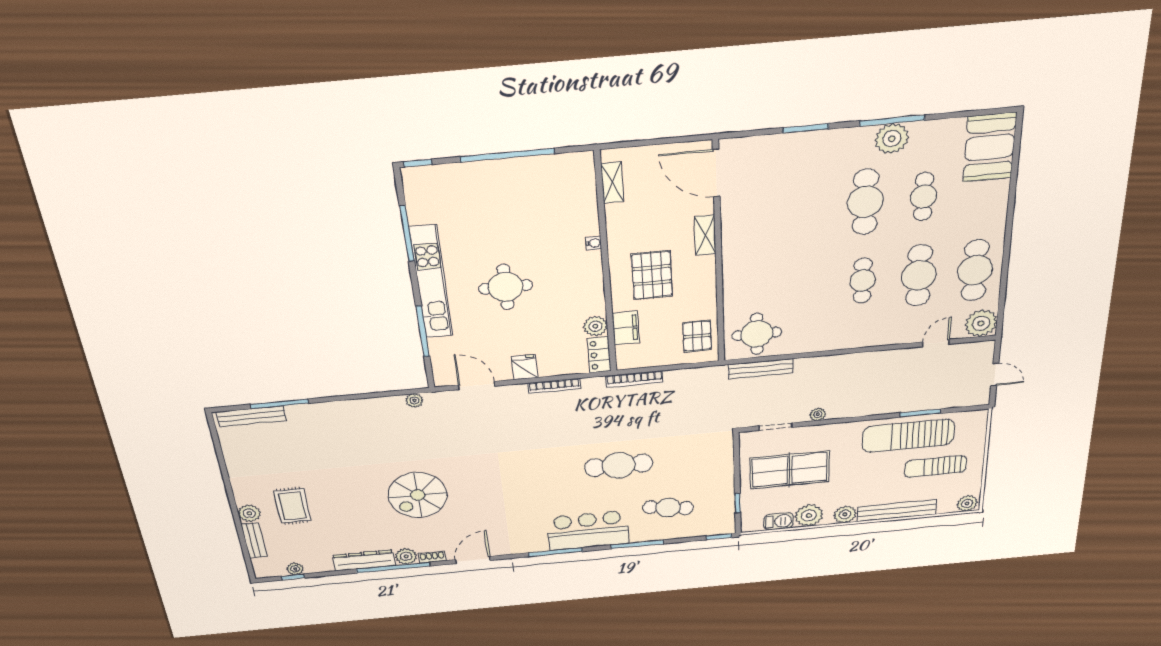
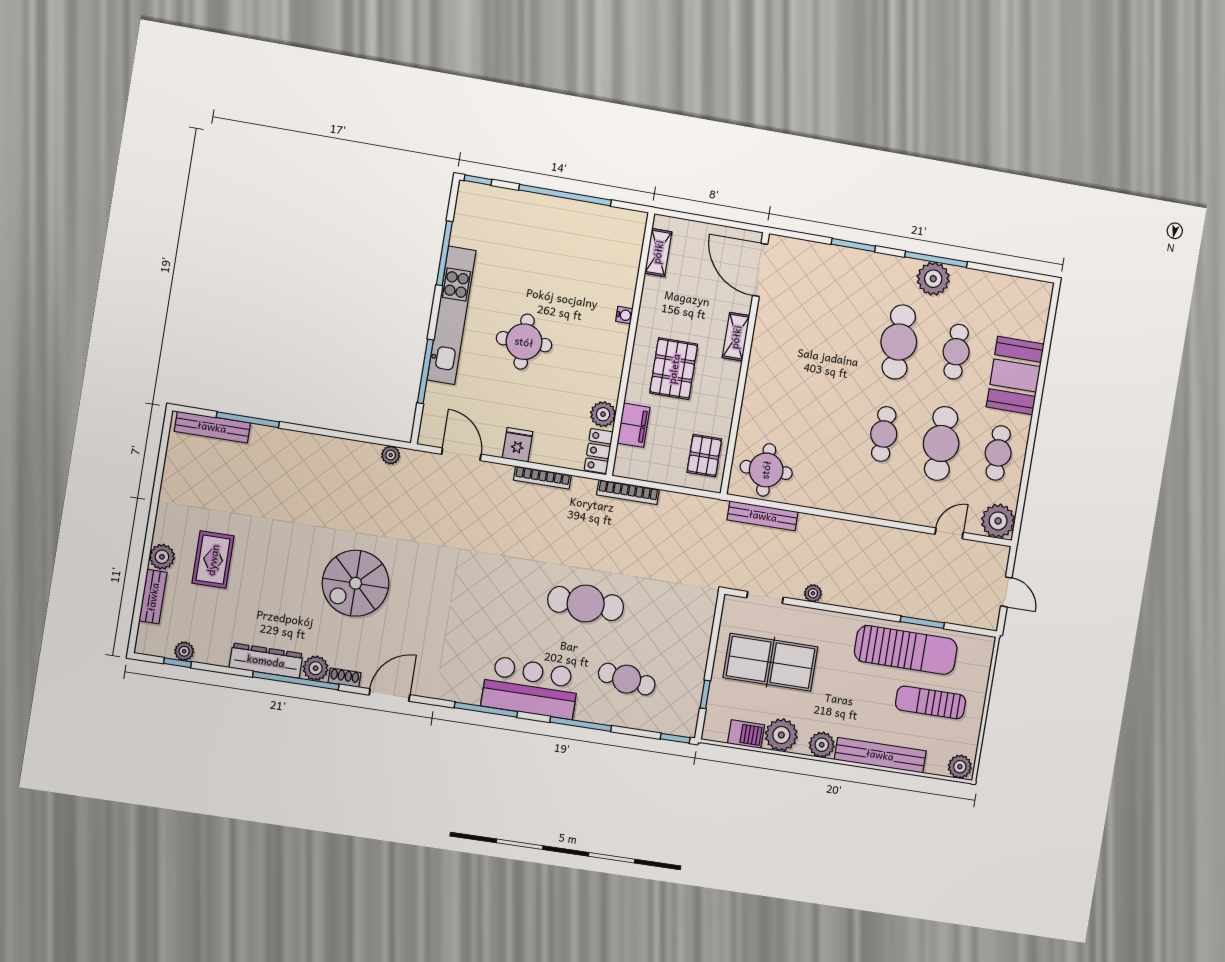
booth: (990, 147) -> (1015, 375), moved
cafe table: (975, 270) -> (998, 453), width x0.73, depth x0.74
sun lounger: (908, 436) -> (906, 650), turned 180

